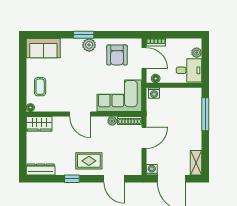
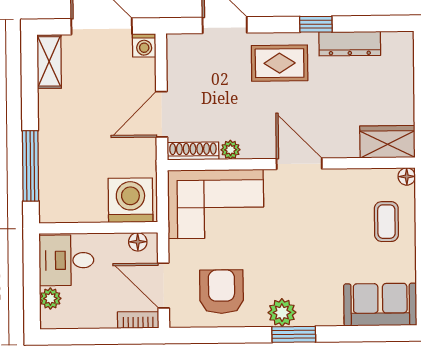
washing machine: (154, 93) -> (130, 200), width x1.89, depth x1.89
dresser: (41, 170) -> (350, 44), moved

